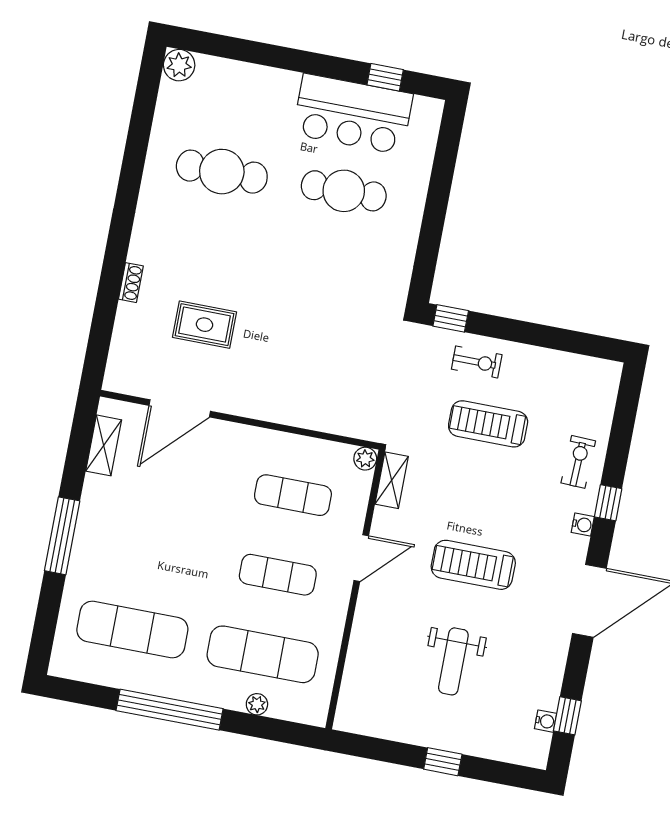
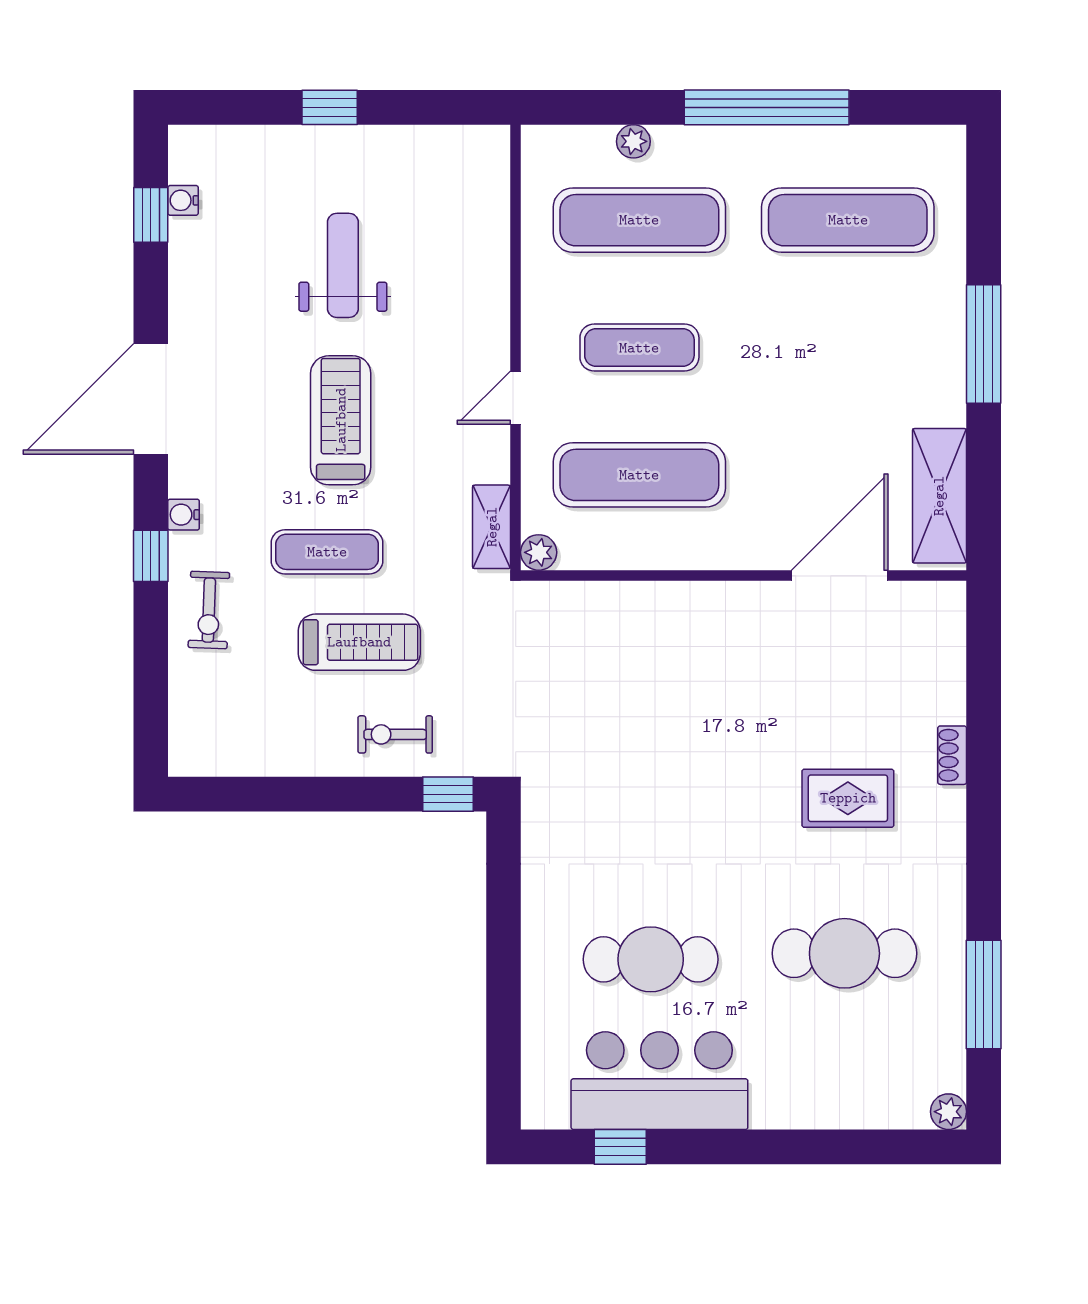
plant: (179, 65) -> (948, 1112), width x0.73, depth x0.73
window: (140, 129) -> (984, 994), added
rug: (204, 325) -> (848, 798), moved
shelving: (104, 445) -> (939, 496), width x1.50, depth x1.33
exercise mat: (497, 484) -> (327, 552), added
exercise mat: (293, 495) -> (639, 475), width x1.36, depth x1.45
door: (361, 558) -> (516, 398), width x0.73
treadmill: (473, 565) -> (341, 420), turned -90

